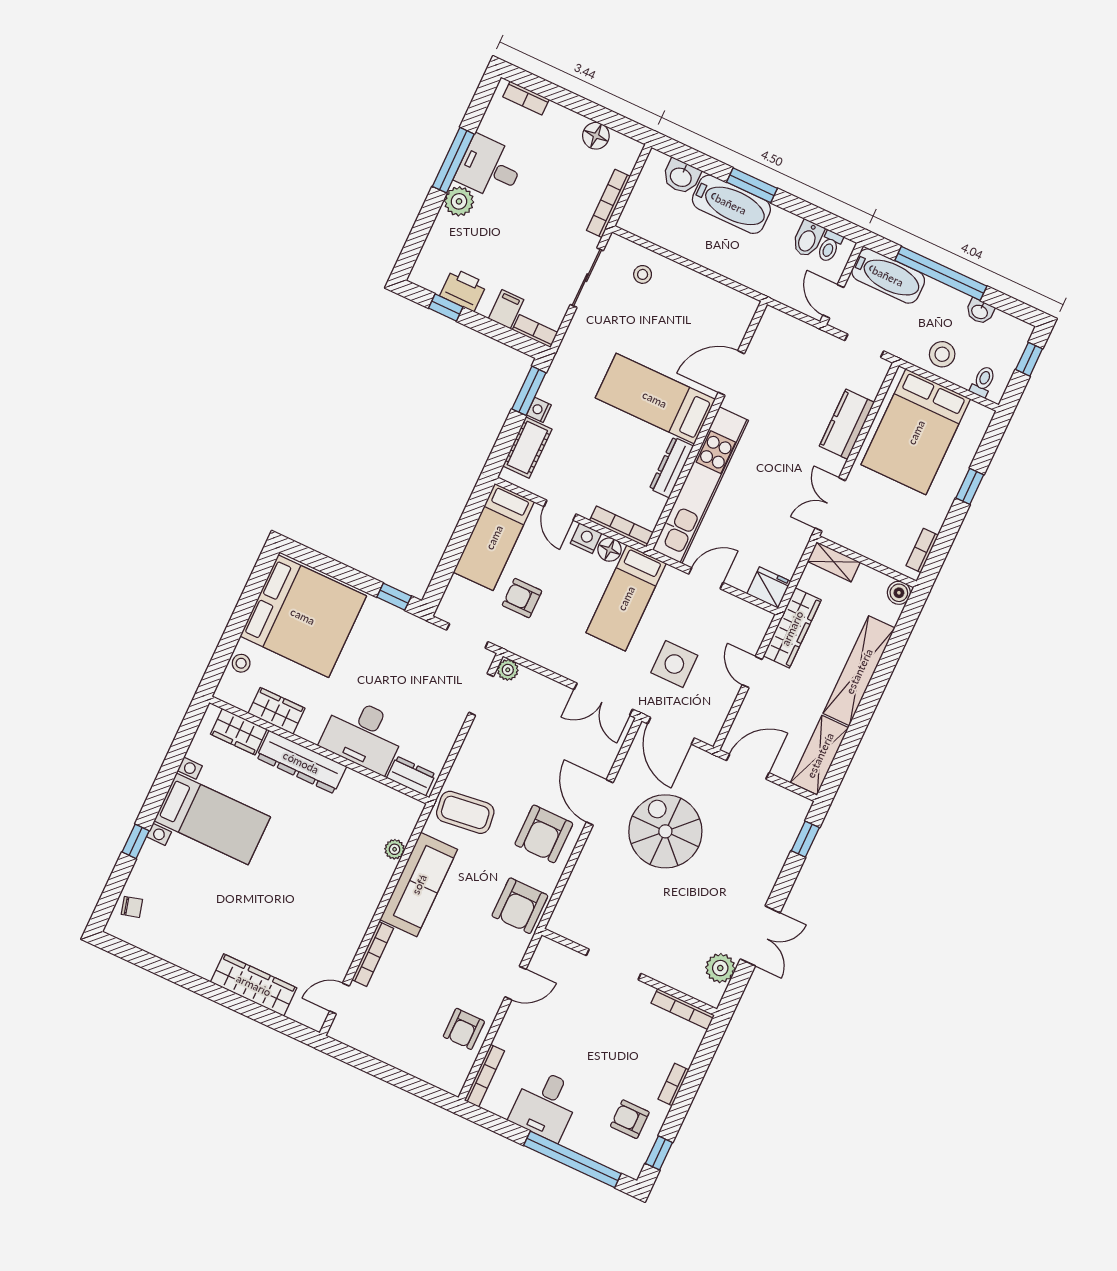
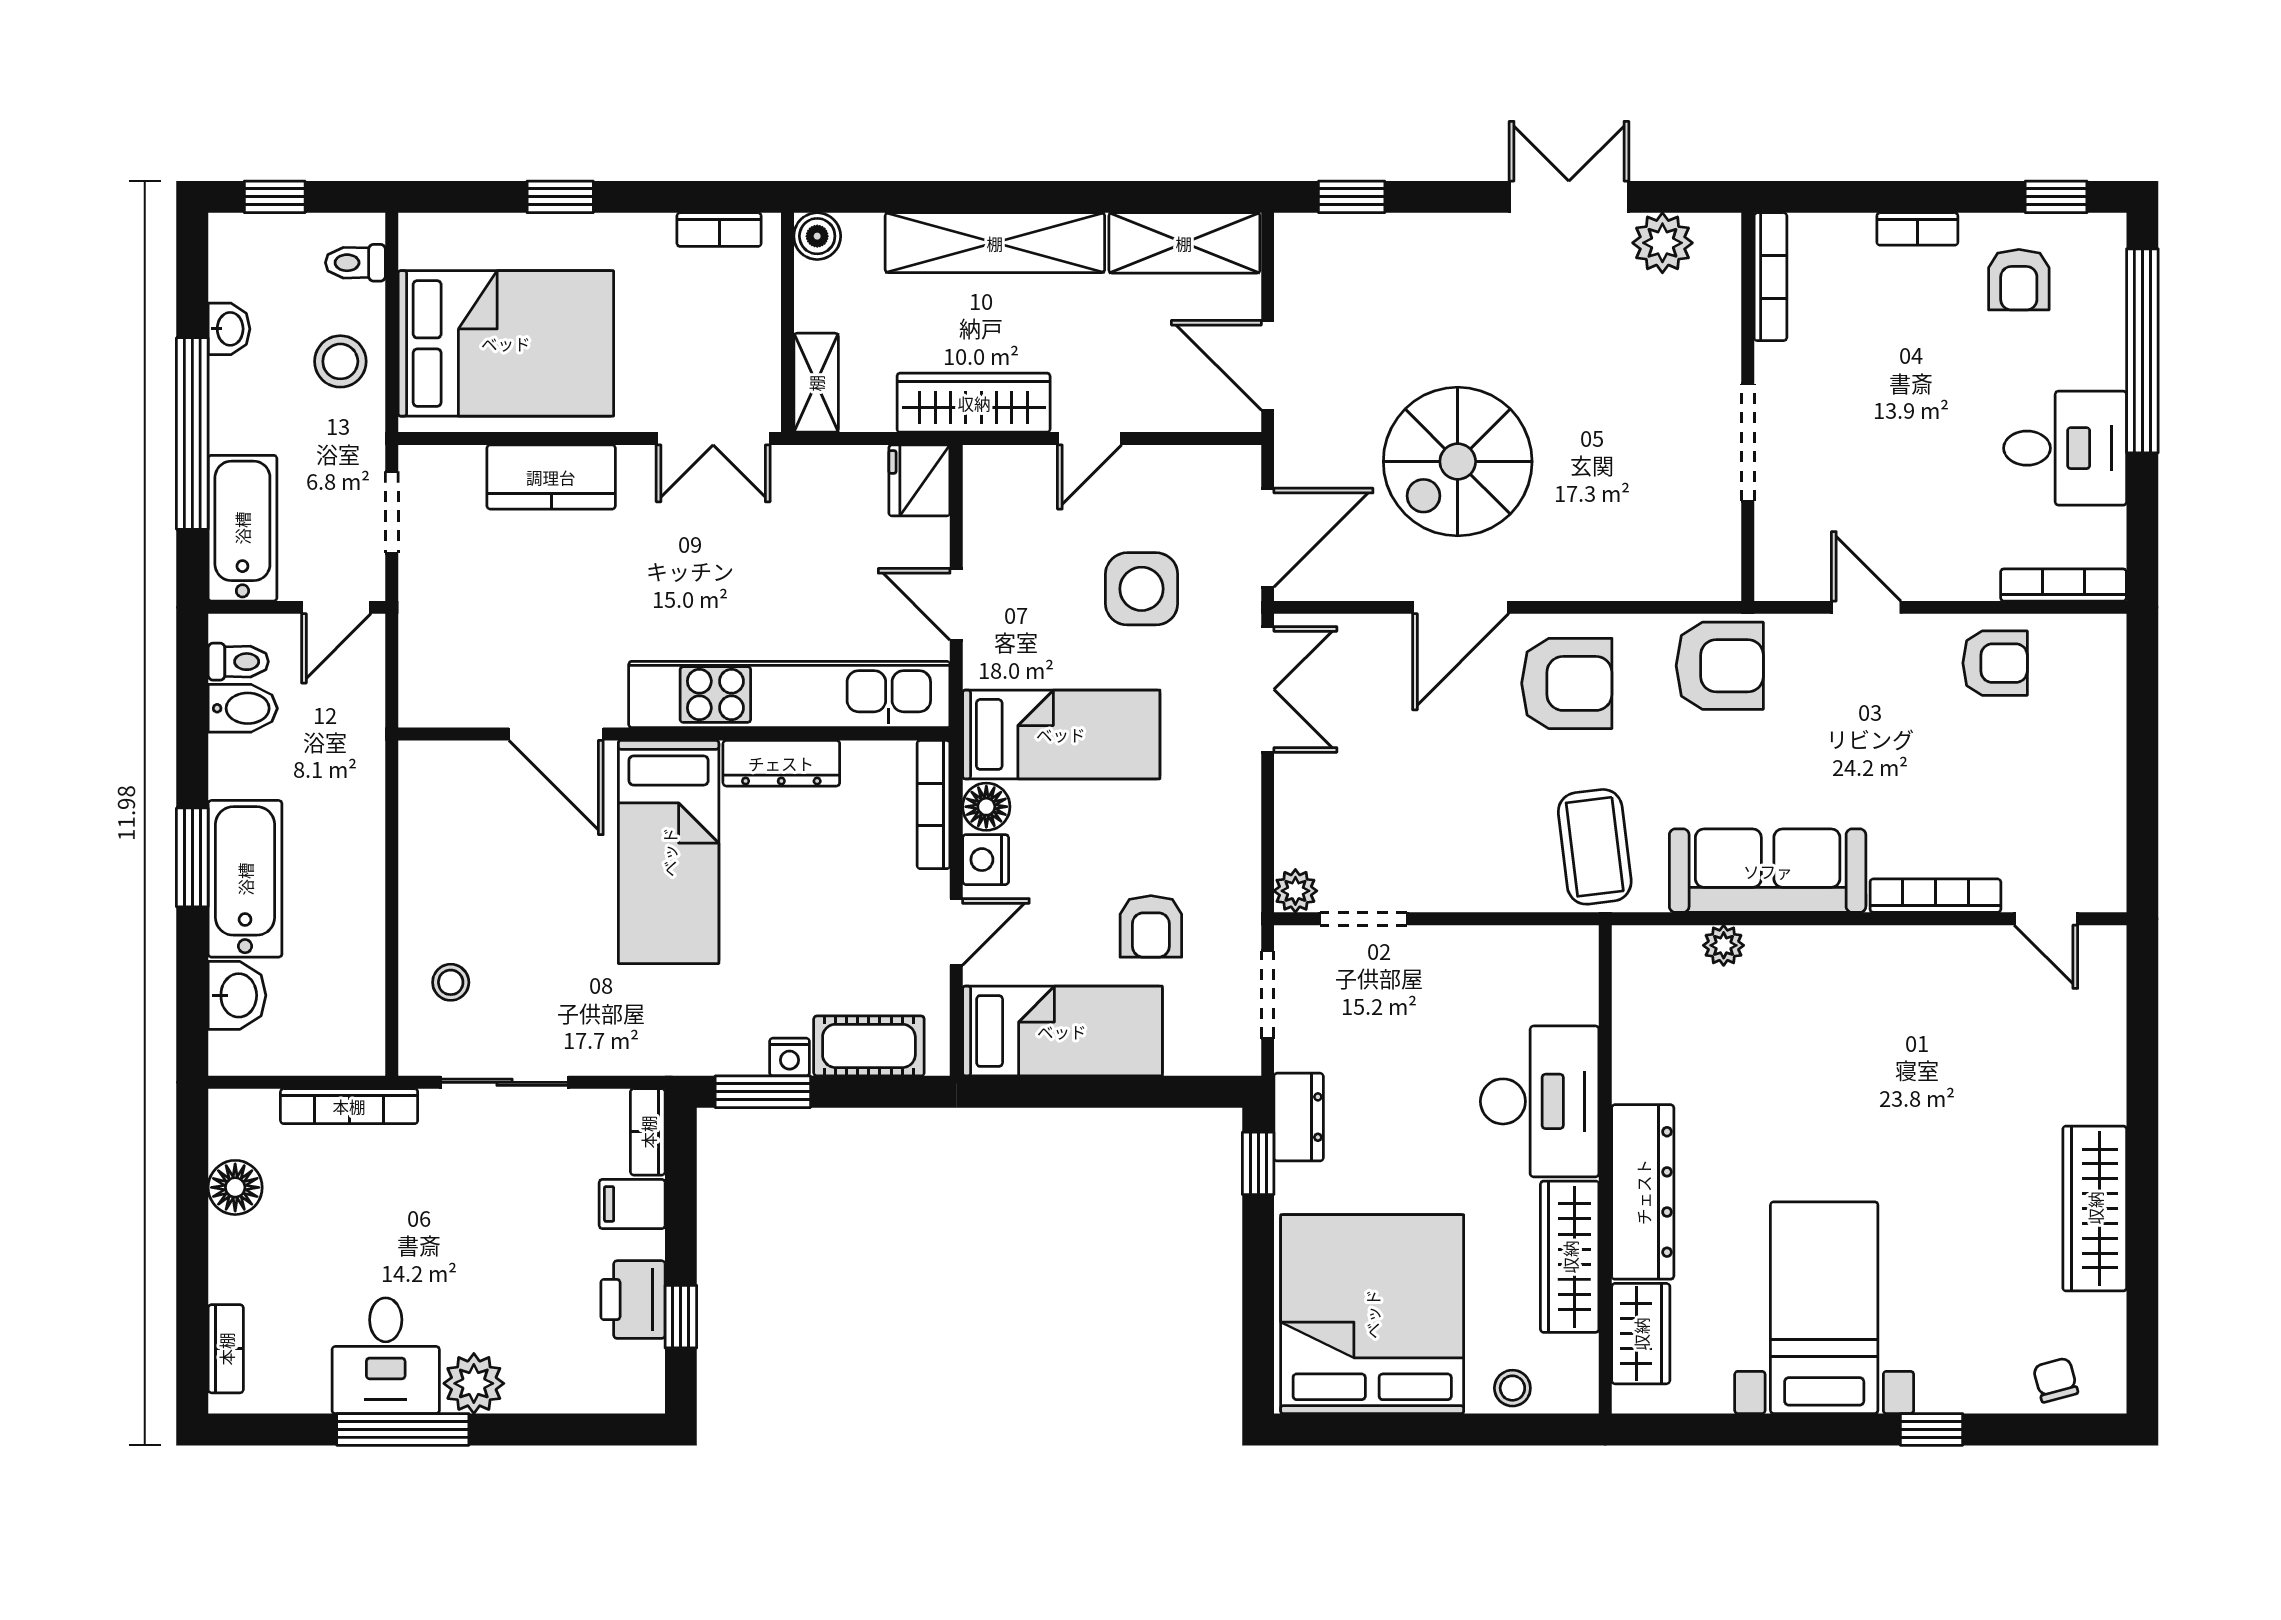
wardrobe: (277, 711) -> (1570, 1257), width x1.50
dresser: (411, 776) -> (1299, 1117), moved, turned 180
wardrobe: (254, 985) -> (2095, 1208), moved

